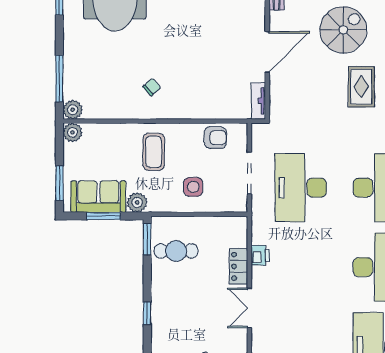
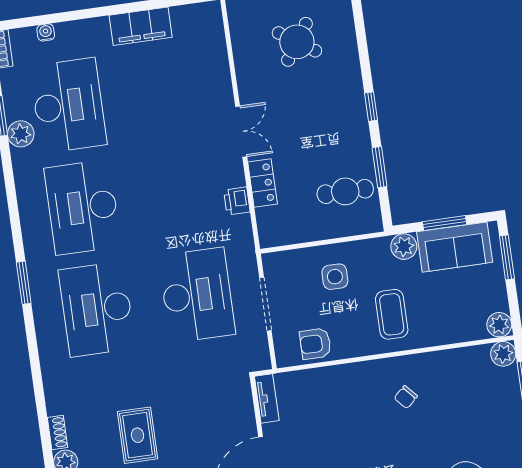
window: (147, 239) -> (380, 167), moved

